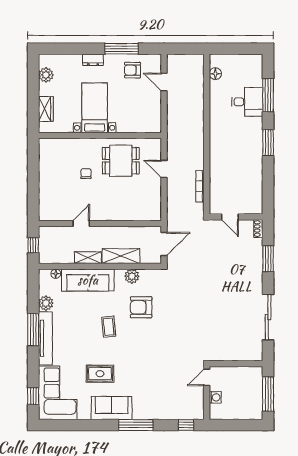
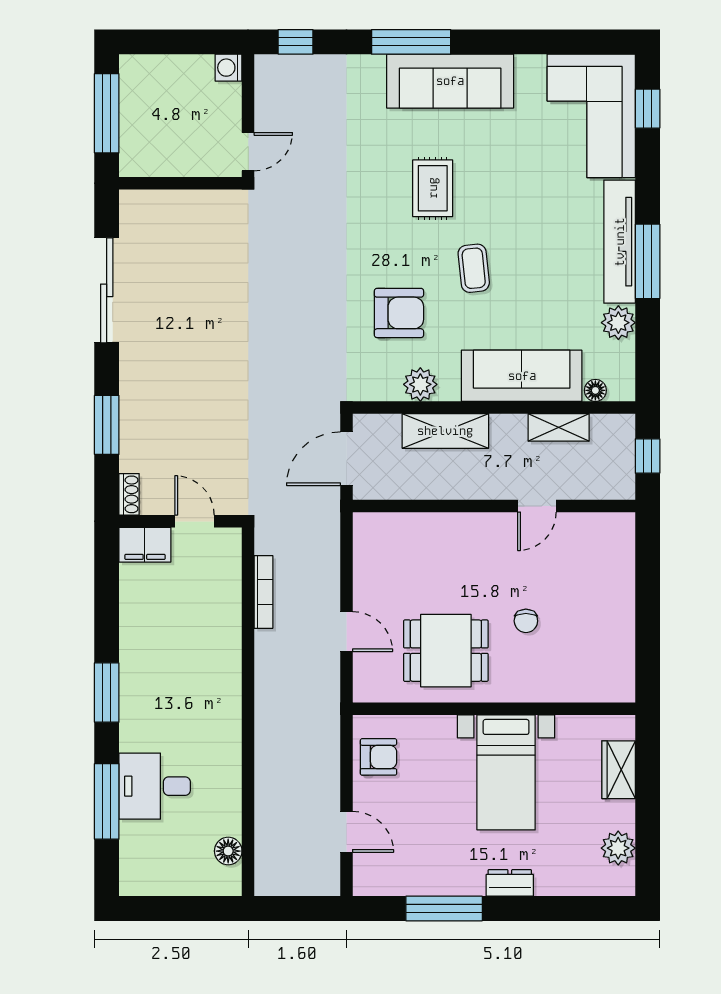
armchair: (133, 70) -> (379, 757), moved
filing cabinet: (251, 207) -> (145, 545), added
shelving: (88, 258) -> (559, 427), moved
rug: (100, 374) -> (433, 188), moved, turned 90
washing machine: (215, 397) -> (228, 68), moved
sofa: (112, 408) -> (450, 81), width x1.36

